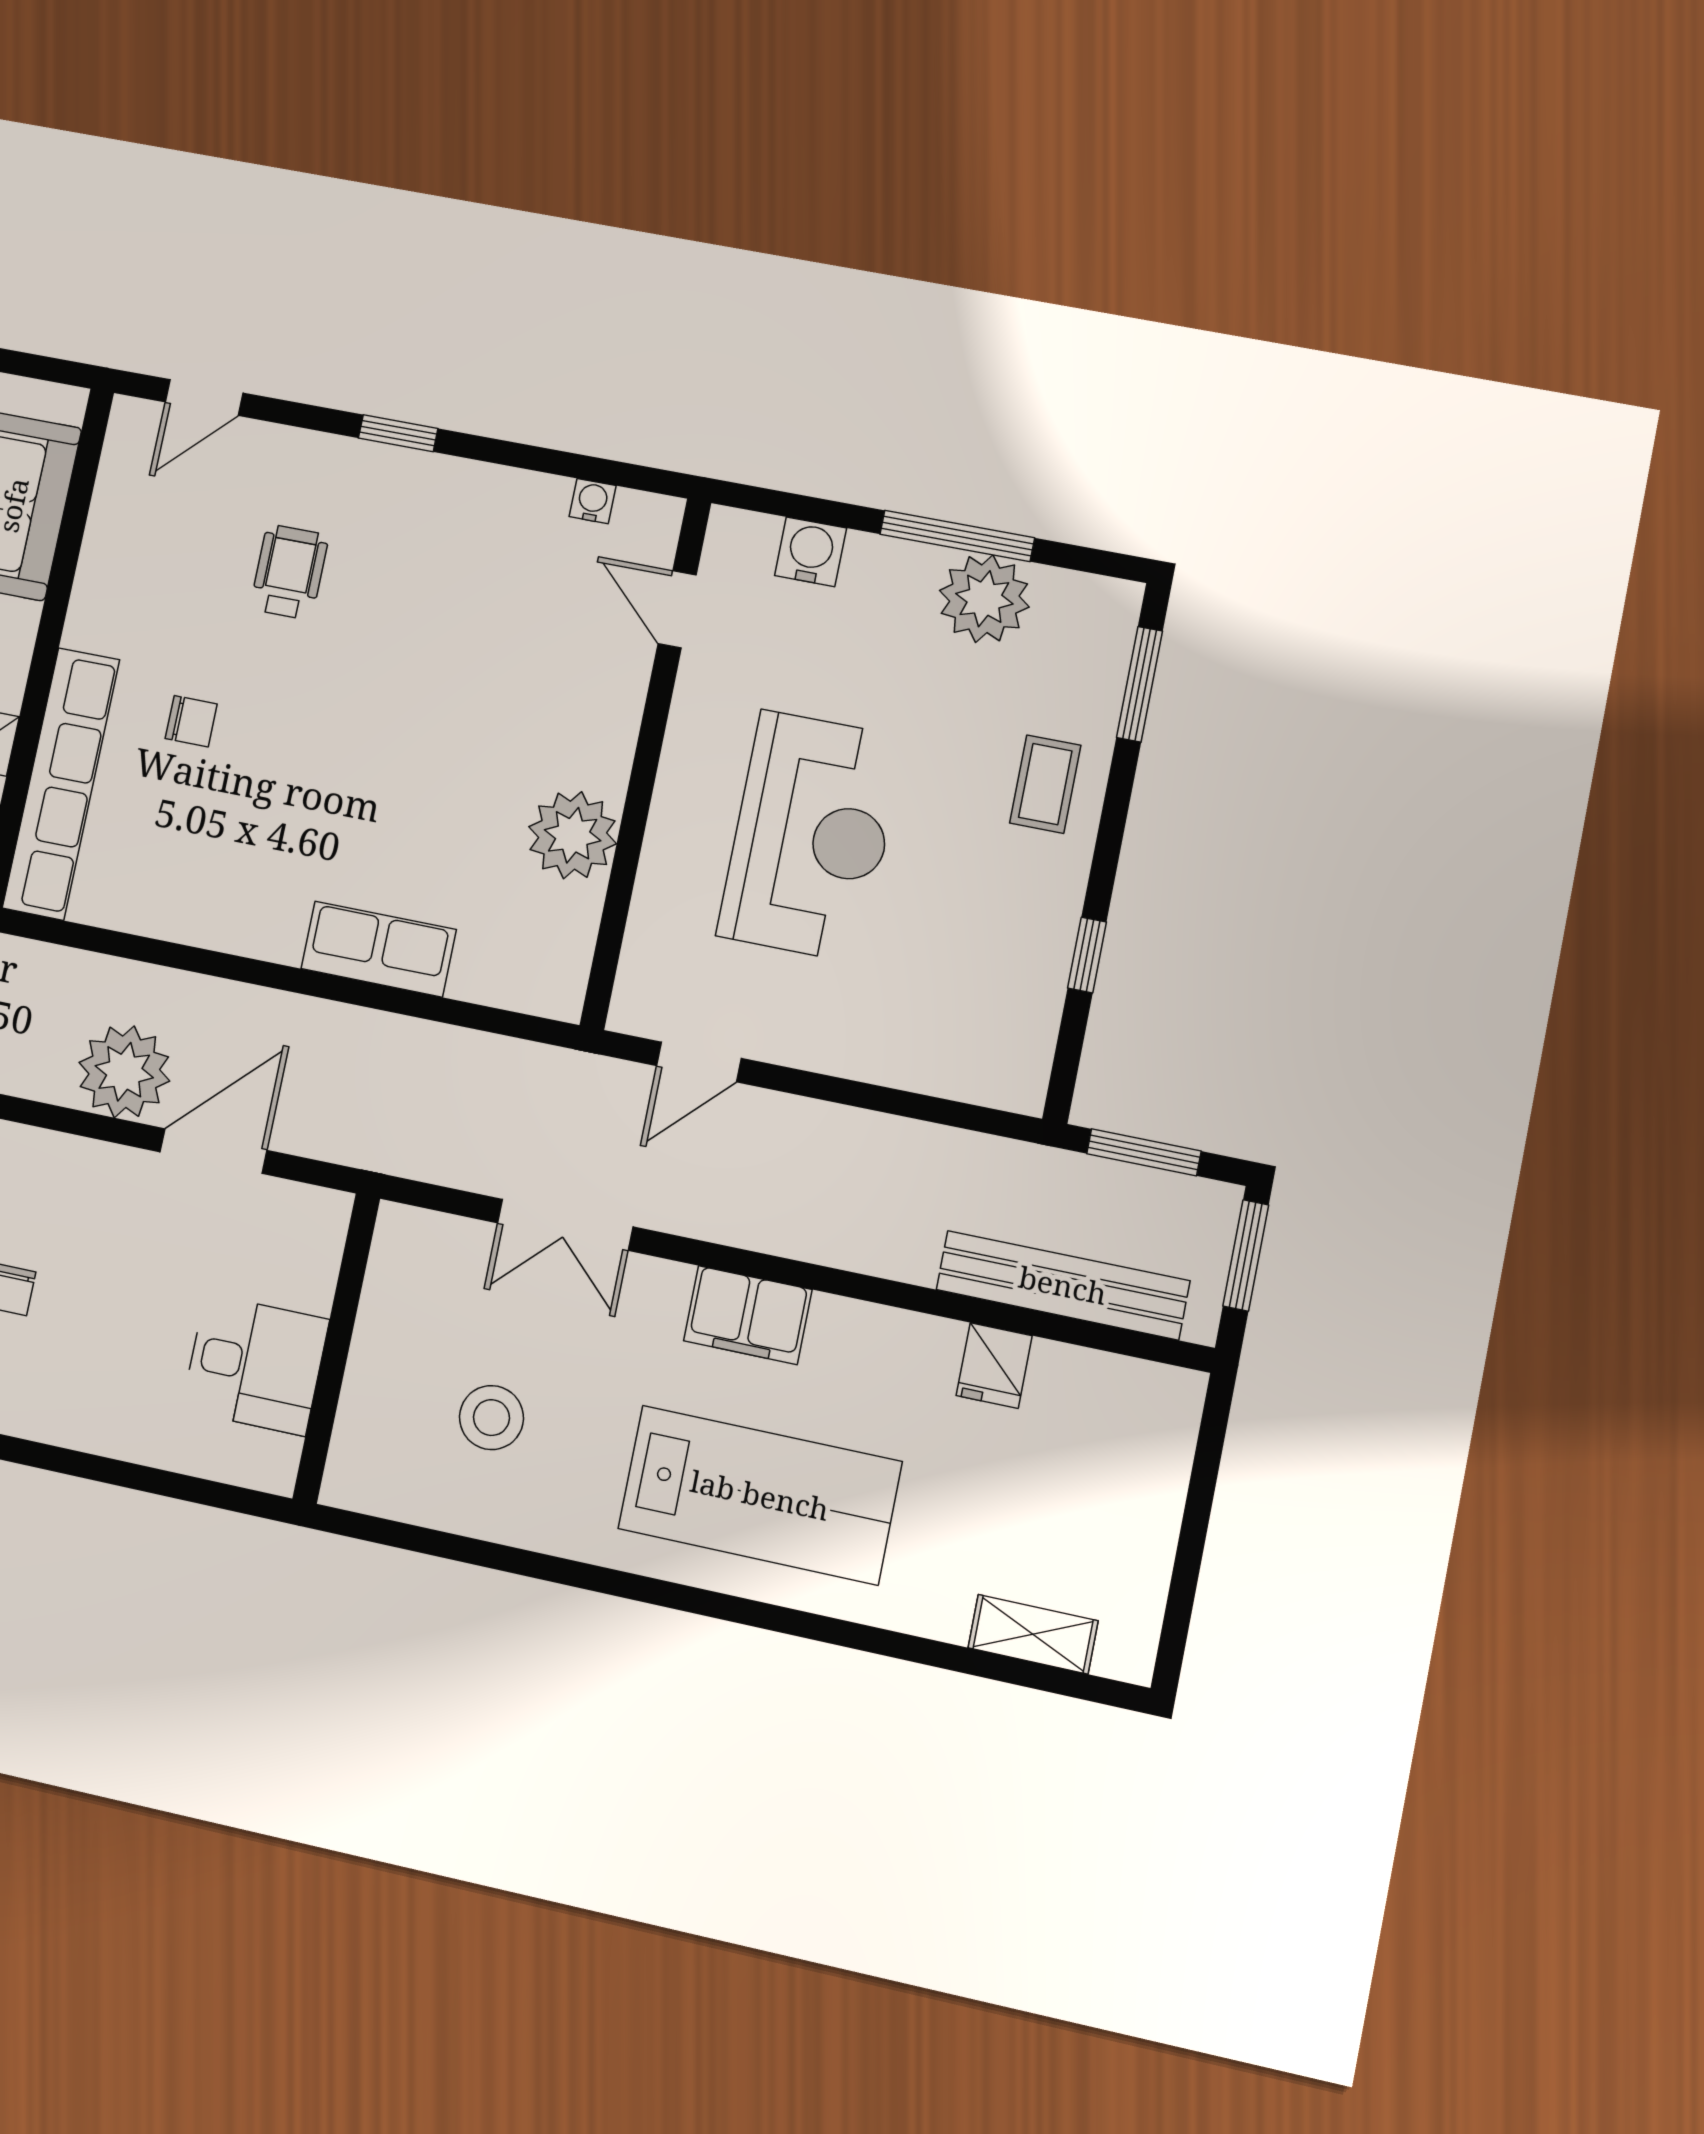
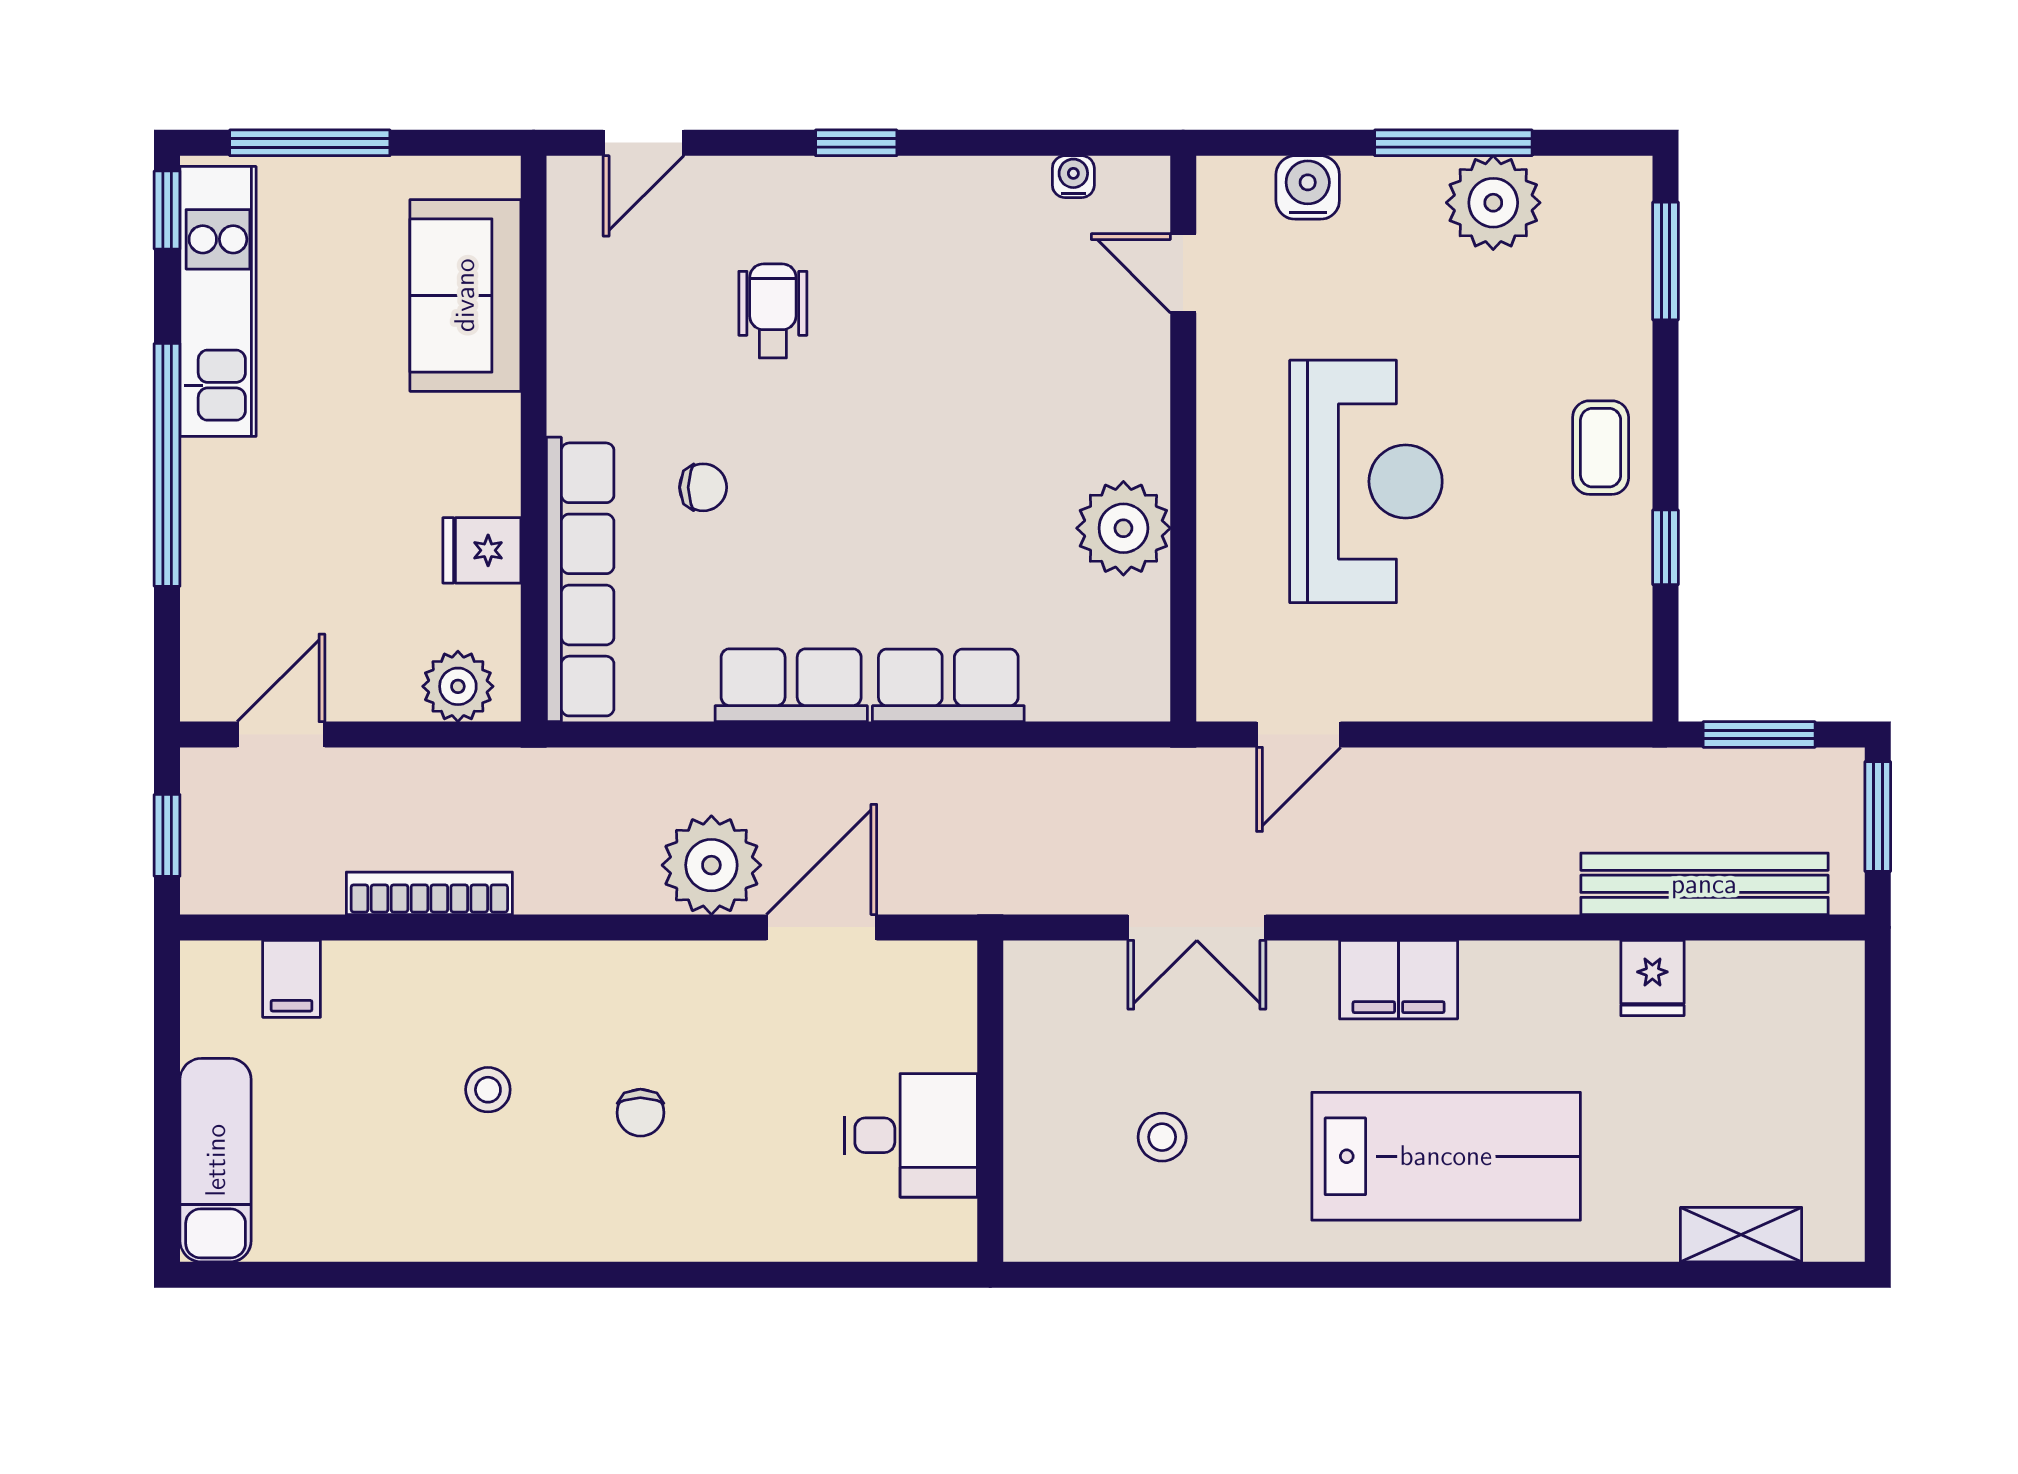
coffee table: (1045, 784) -> (1601, 448), moved
row of seats: (233, 920) -> (791, 685), added
stool: (491, 1418) -> (1162, 1137), width x0.73, depth x0.73

